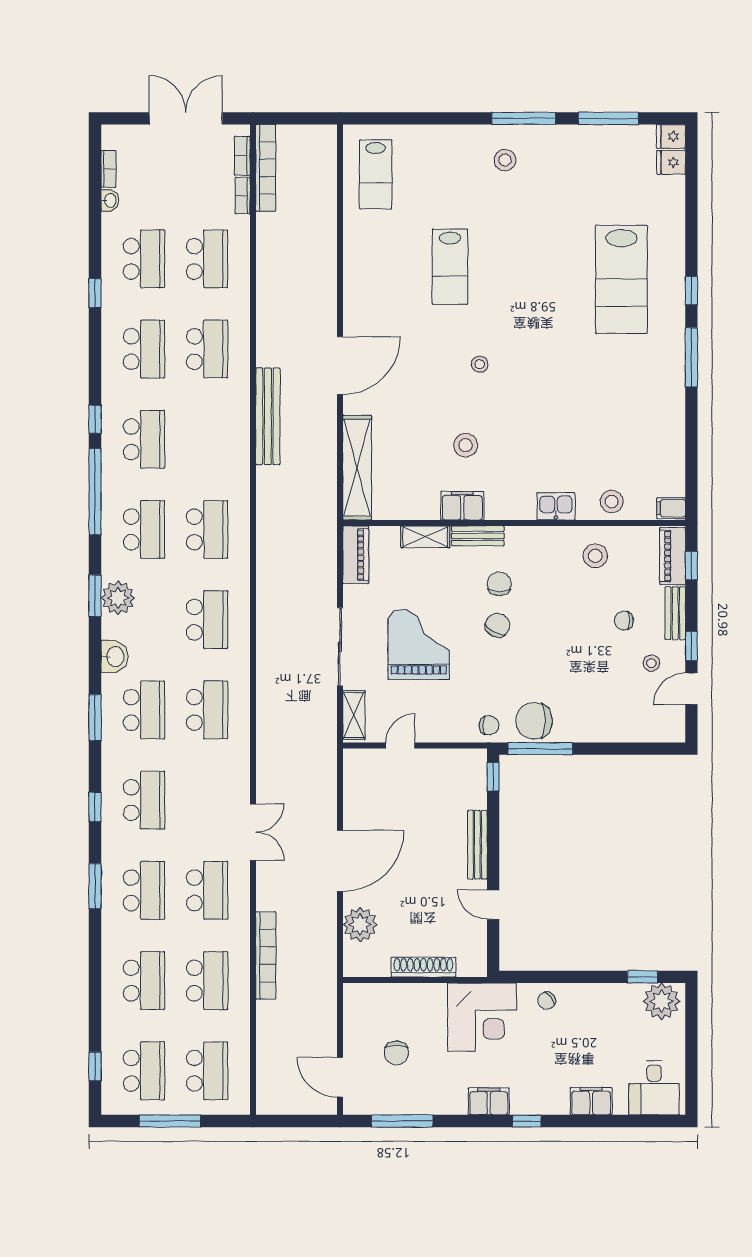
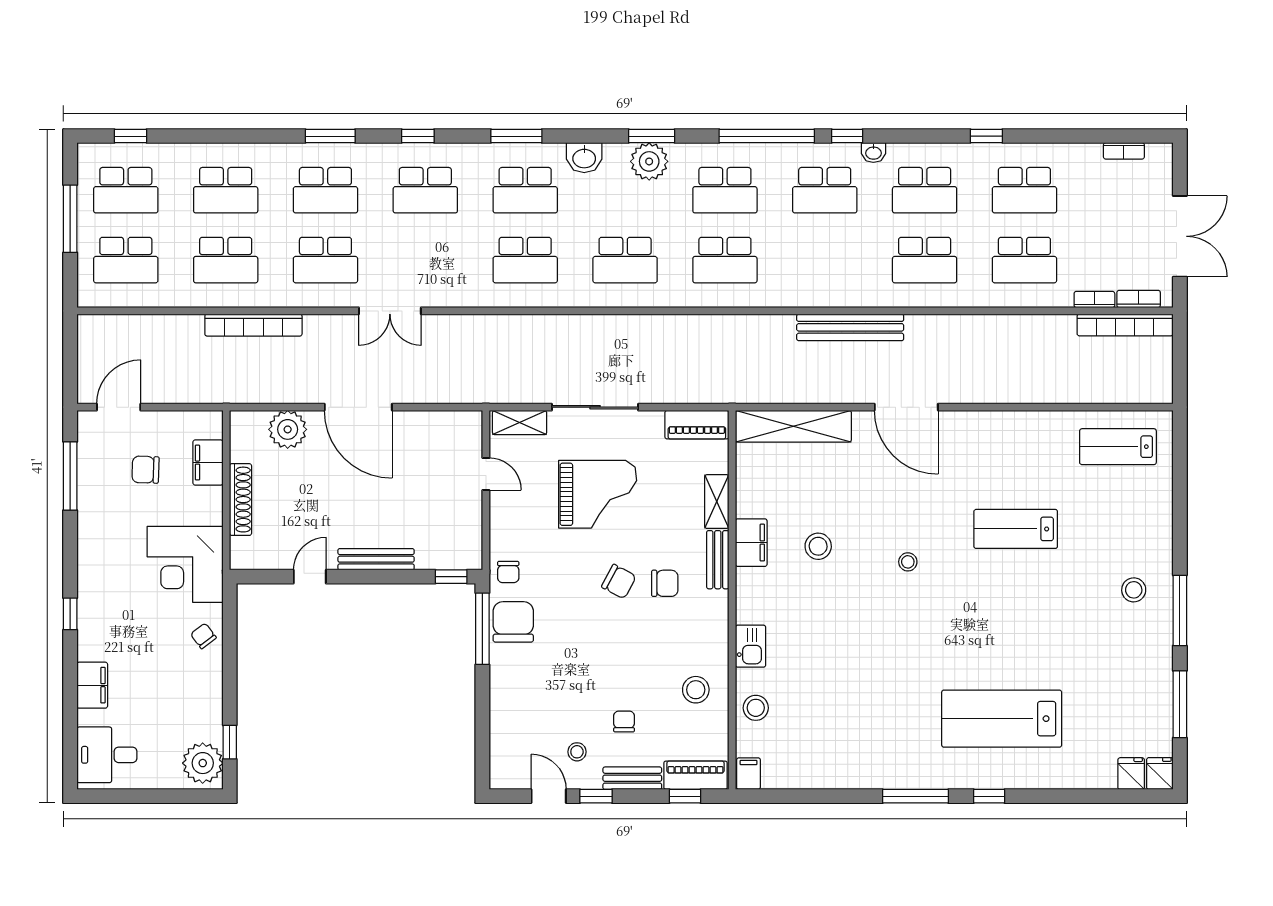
washbasin: (110, 200) -> (873, 153), moved
filing cabinet: (489, 1101) -> (208, 463), moved, turned 180

